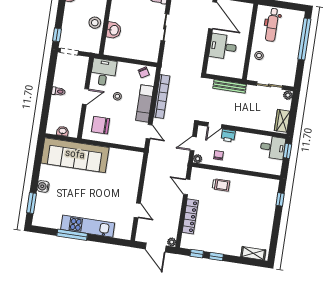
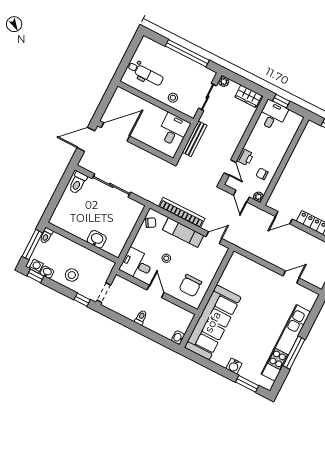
stool: (95, 23) -> (72, 275), moved
sliding door: (165, 27) -> (111, 185), width x1.37
window: (304, 39) -> (187, 53), moved
desk: (223, 47) -> (174, 130), moved, turned 180
washbasin: (63, 131) -> (178, 338), moved
trolley: (221, 185) -> (294, 182), removed
kitchen unit: (88, 226) -> (286, 343), width x1.36

